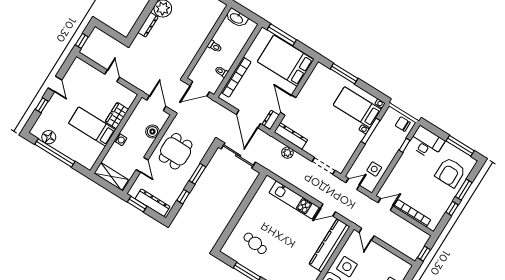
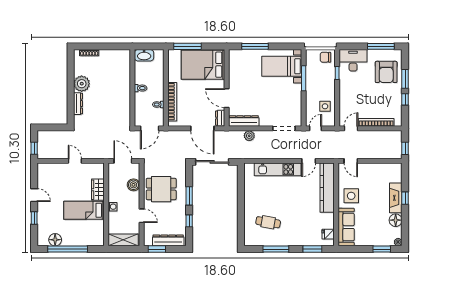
dining table: (176, 151) -> (161, 189), turned 90

